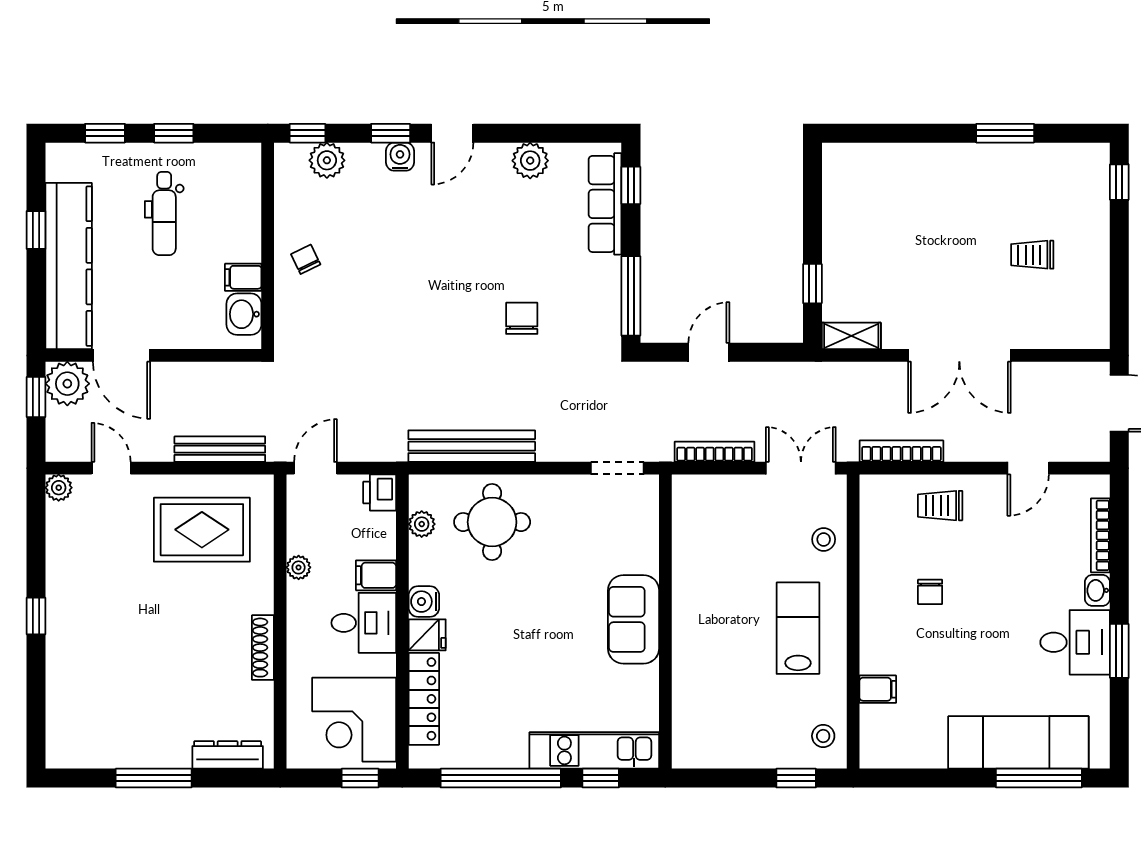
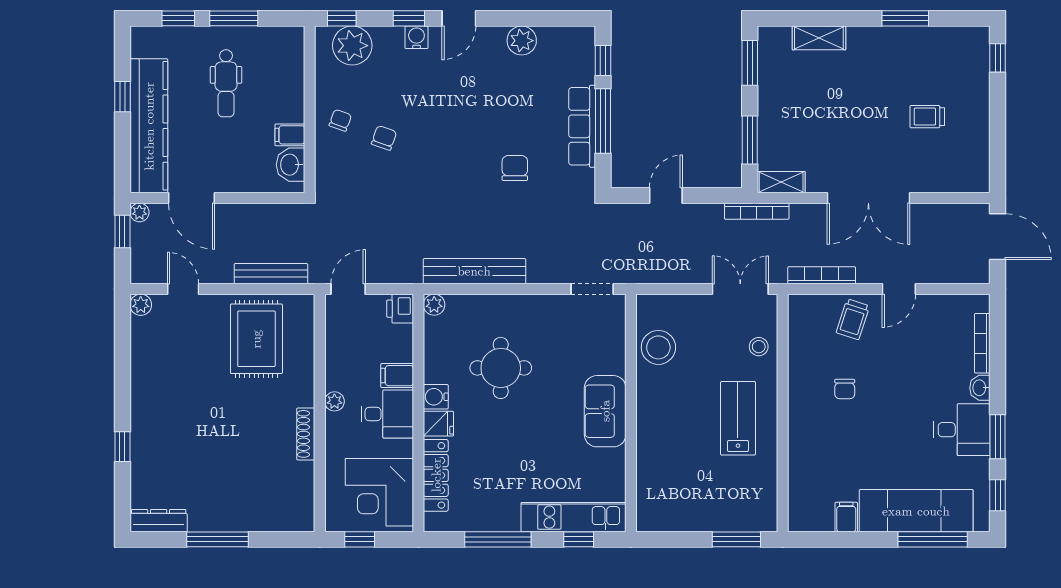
window: (174, 133) -> (234, 18), width x1.50
shelving: (898, 157) -> (819, 38), added
plant: (327, 160) -> (352, 46), width x1.36, depth x1.36
window: (812, 188) -> (750, 63), added
row of seats: (605, 204) -> (582, 126), moved
chair: (306, 259) -> (340, 120), turned 46
chair: (360, 281) -> (384, 138), added
window: (812, 284) -> (750, 140), width x1.50
window: (631, 296) -> (603, 121), moved
plant: (67, 384) -> (139, 212), width x0.53, depth x0.53
bookcase: (715, 452) -> (757, 211), moved, turned 180
door: (1028, 468) -> (899, 289), moved
trolley: (940, 506) -> (853, 319), turned -72
round table: (492, 522) -> (501, 368), moved
plant: (422, 524) -> (434, 305), moved
rug: (202, 530) -> (256, 339), turned 90
plant: (299, 567) -> (334, 401), moved
window: (36, 616) -> (122, 447), moved
filing cabinet: (878, 689) -> (846, 517), moved, turned -90
window: (1119, 723) -> (998, 495), added
stool: (823, 736) -> (658, 347), moved, width x1.89, depth x1.89
dresser: (228, 755) -> (159, 521), moved
window: (360, 778) -> (360, 539), moved
window: (501, 778) -> (498, 539), width x0.68
window: (796, 778) -> (736, 539), width x1.50

